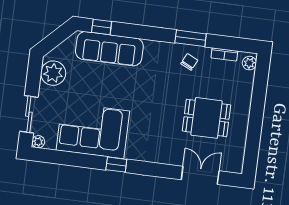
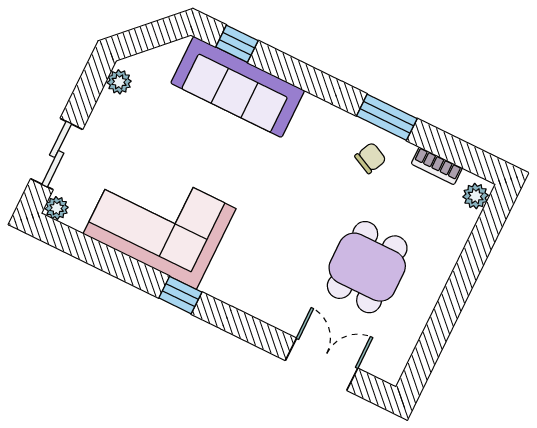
plant: (53, 73) -> (119, 82), width x0.53, depth x0.53
dining table: (206, 118) -> (367, 267), turned 90

